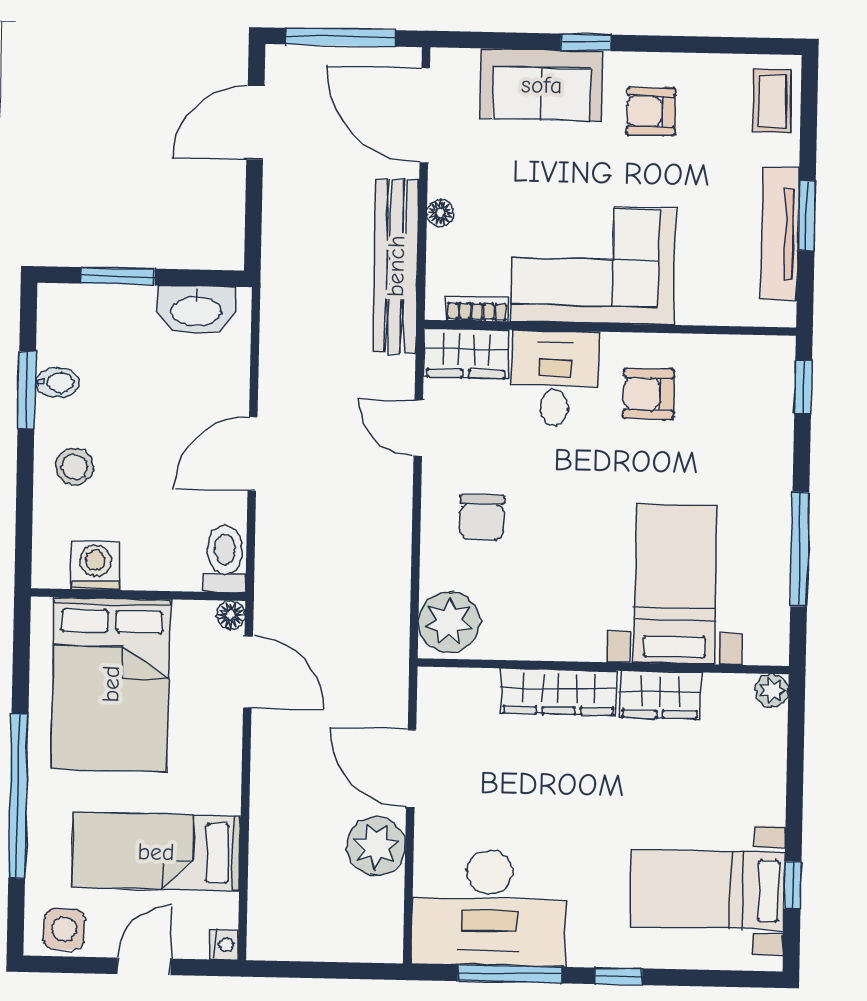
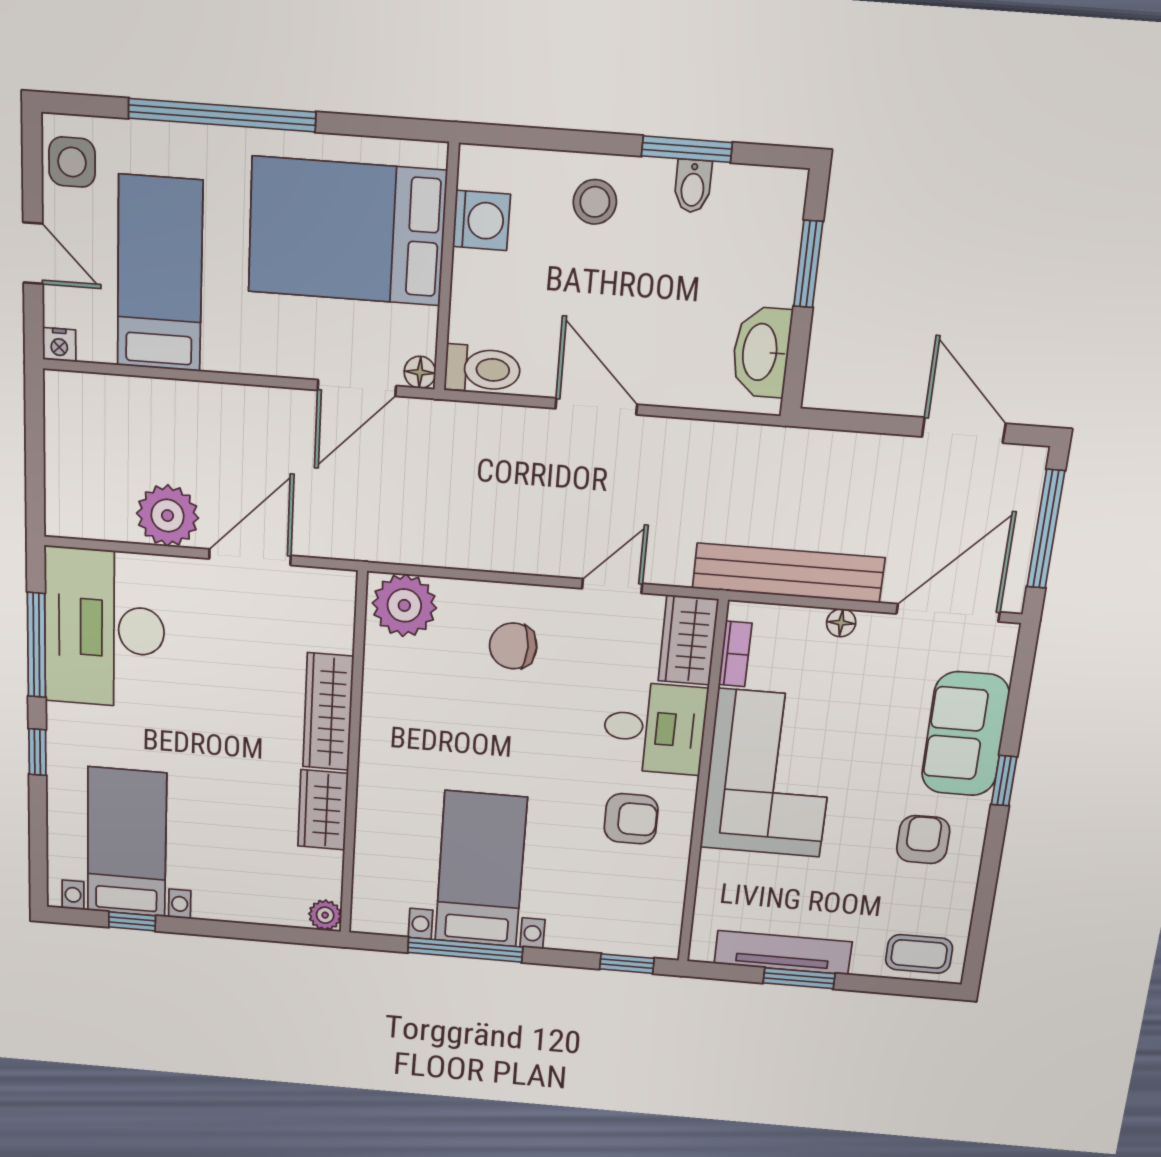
armchair: (649, 394) -> (631, 819), turned 90
bed with nightstands: (676, 584) -> (481, 869), moved, turned -90

